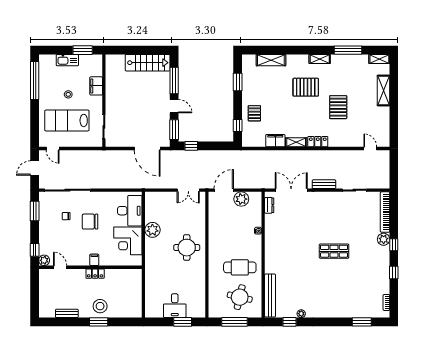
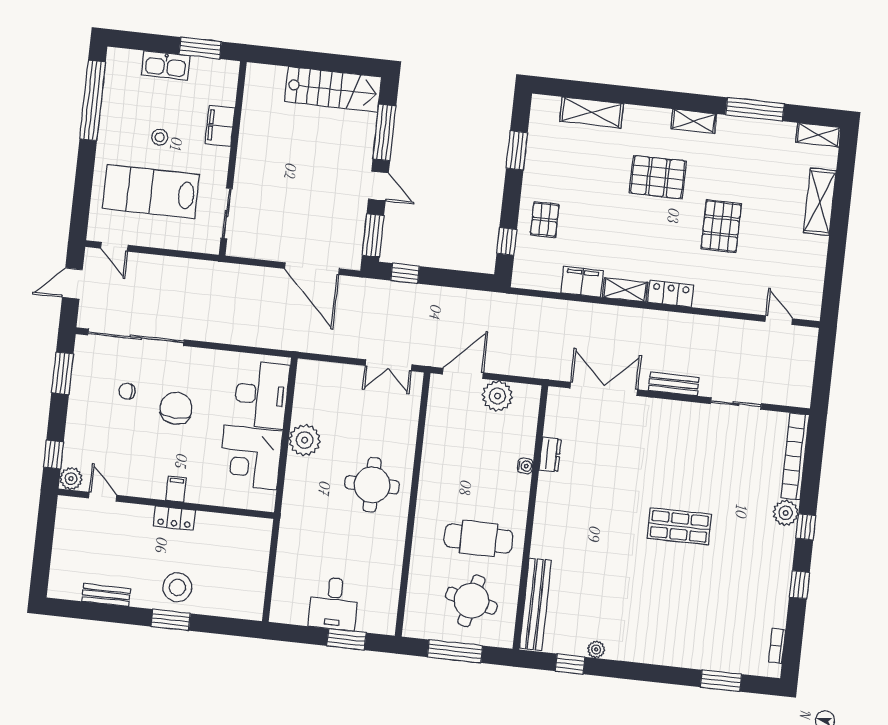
dresser: (269, 205) -> (550, 454), moved
chair: (90, 222) -> (176, 408), turned 92

